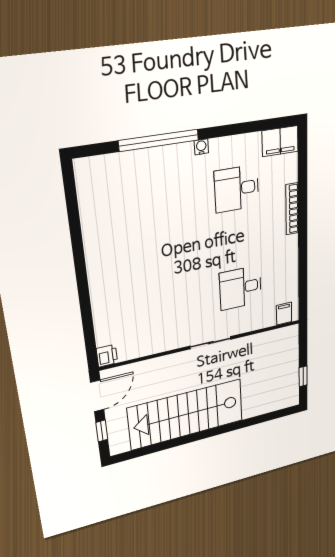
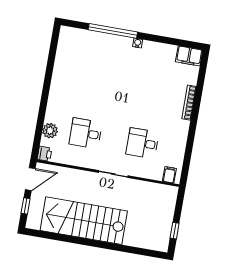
desk: (237, 189) -> (86, 133), moved
plant: (105, 322) -> (50, 131), added

